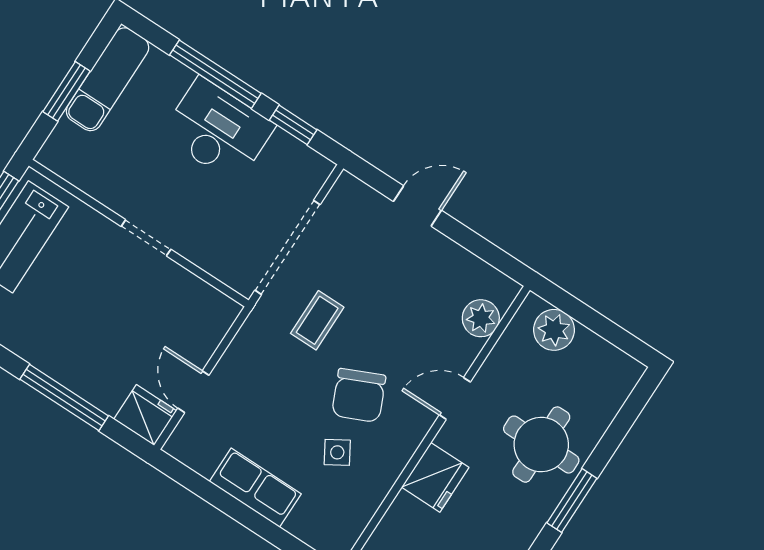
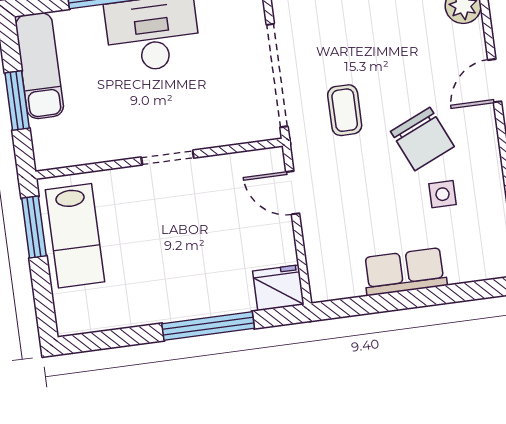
door: (193, 392) -> (293, 193), moved
side table: (337, 452) -> (443, 194), turned 31

